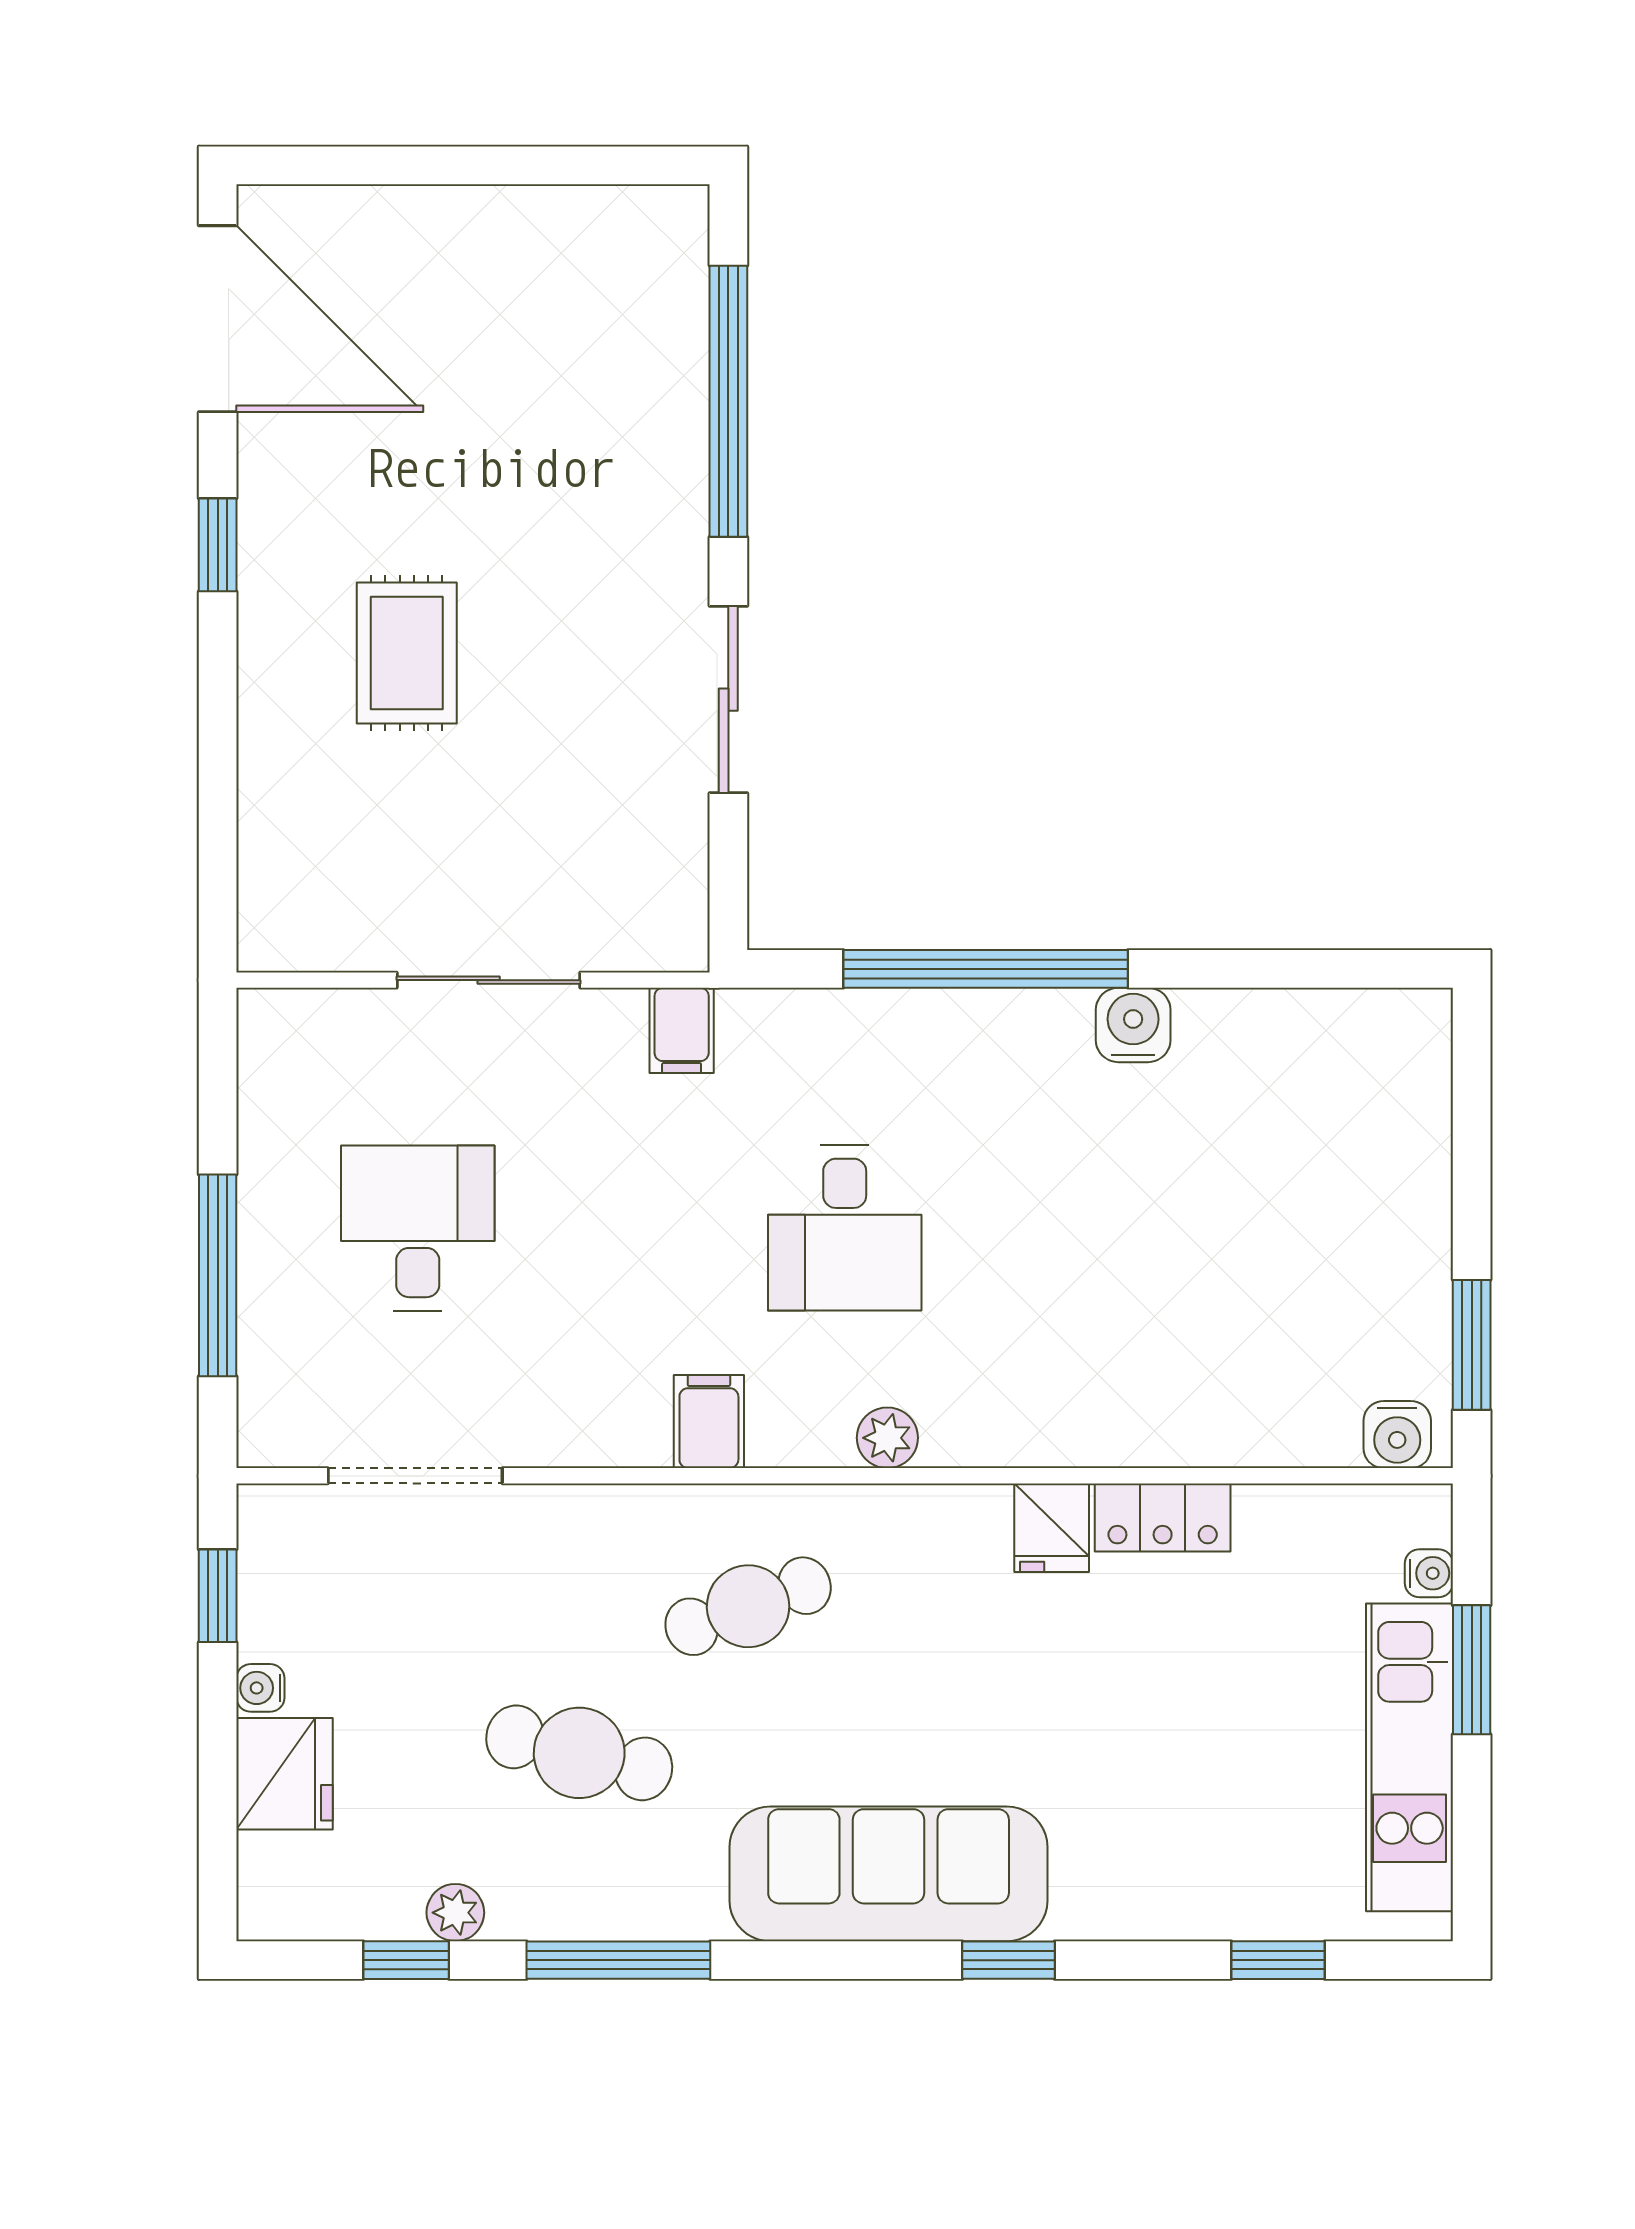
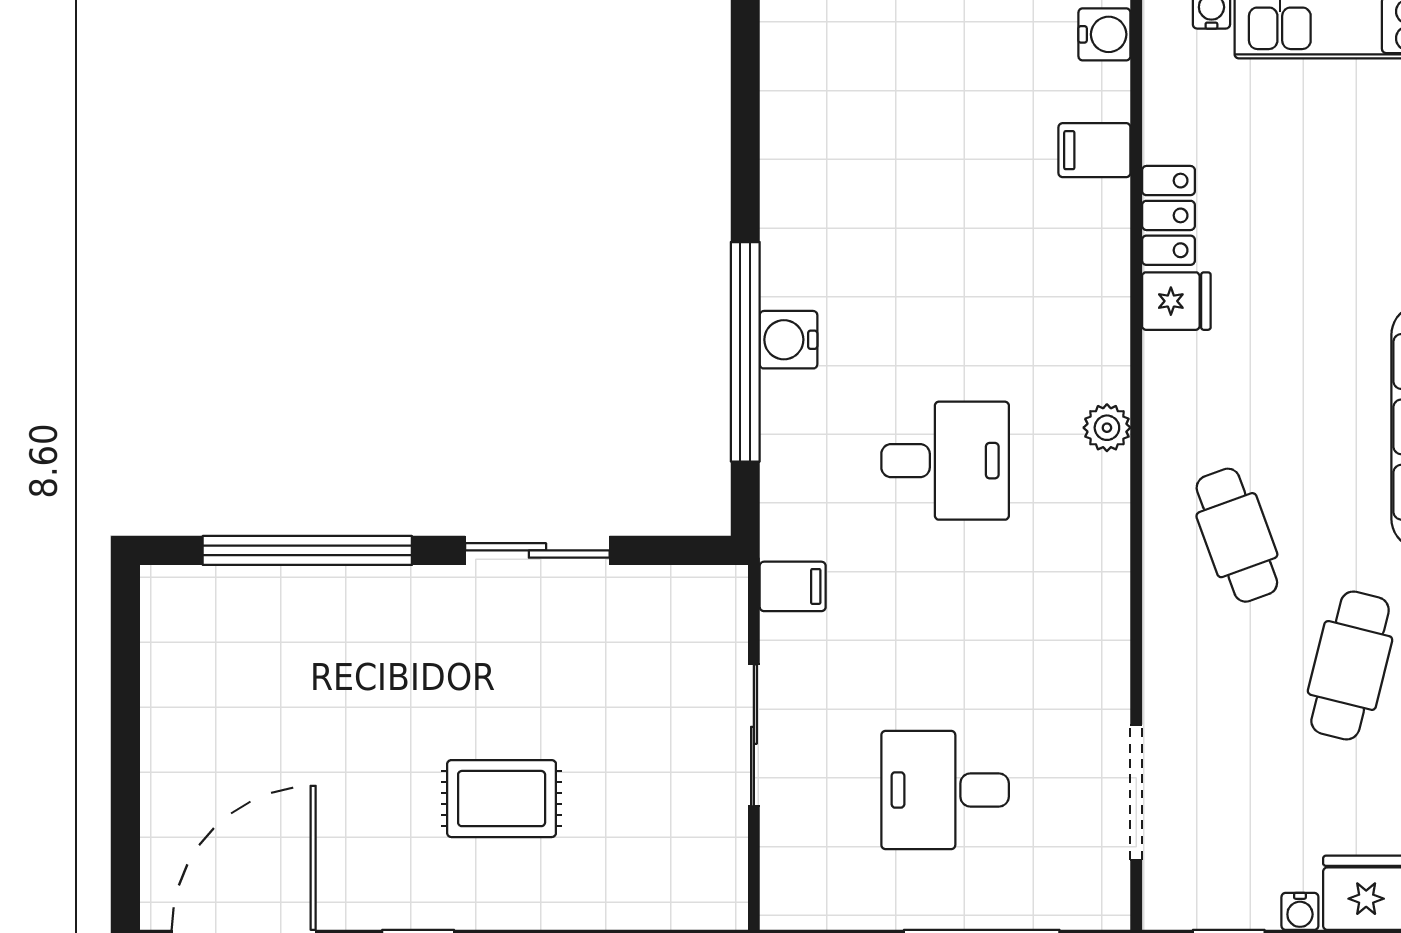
water cooler: (1133, 1025) -> (788, 340), moved
filing cabinet: (709, 1422) -> (1094, 150), moved

